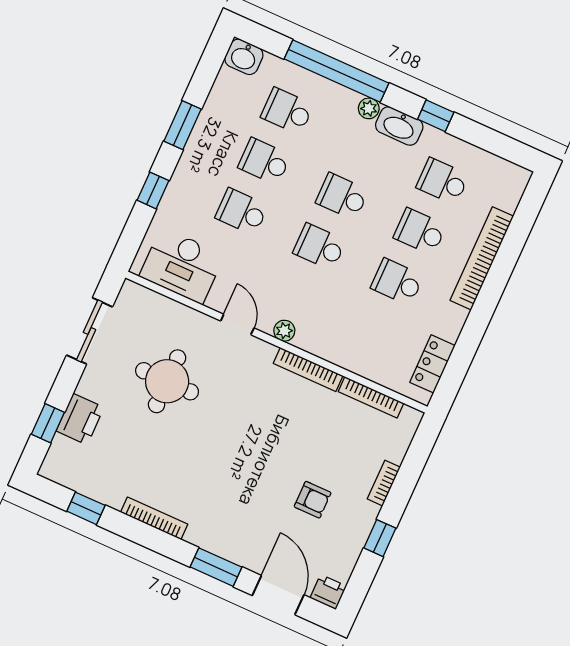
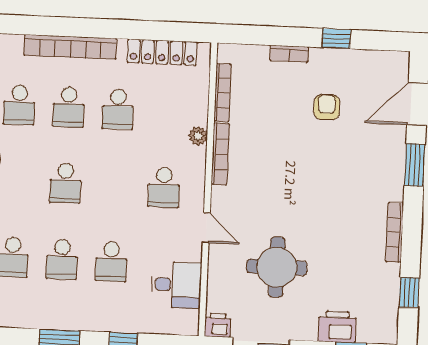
school desk: (319, 247) -> (164, 187), moved
desk: (182, 266) -> (176, 285), width x0.73
door: (237, 324) -> (206, 228), swing flipped
plant: (284, 331) -> (198, 136), moved
locker: (432, 364) -> (162, 52), width x1.53
printer: (328, 592) -> (218, 325), moved, turned 90

